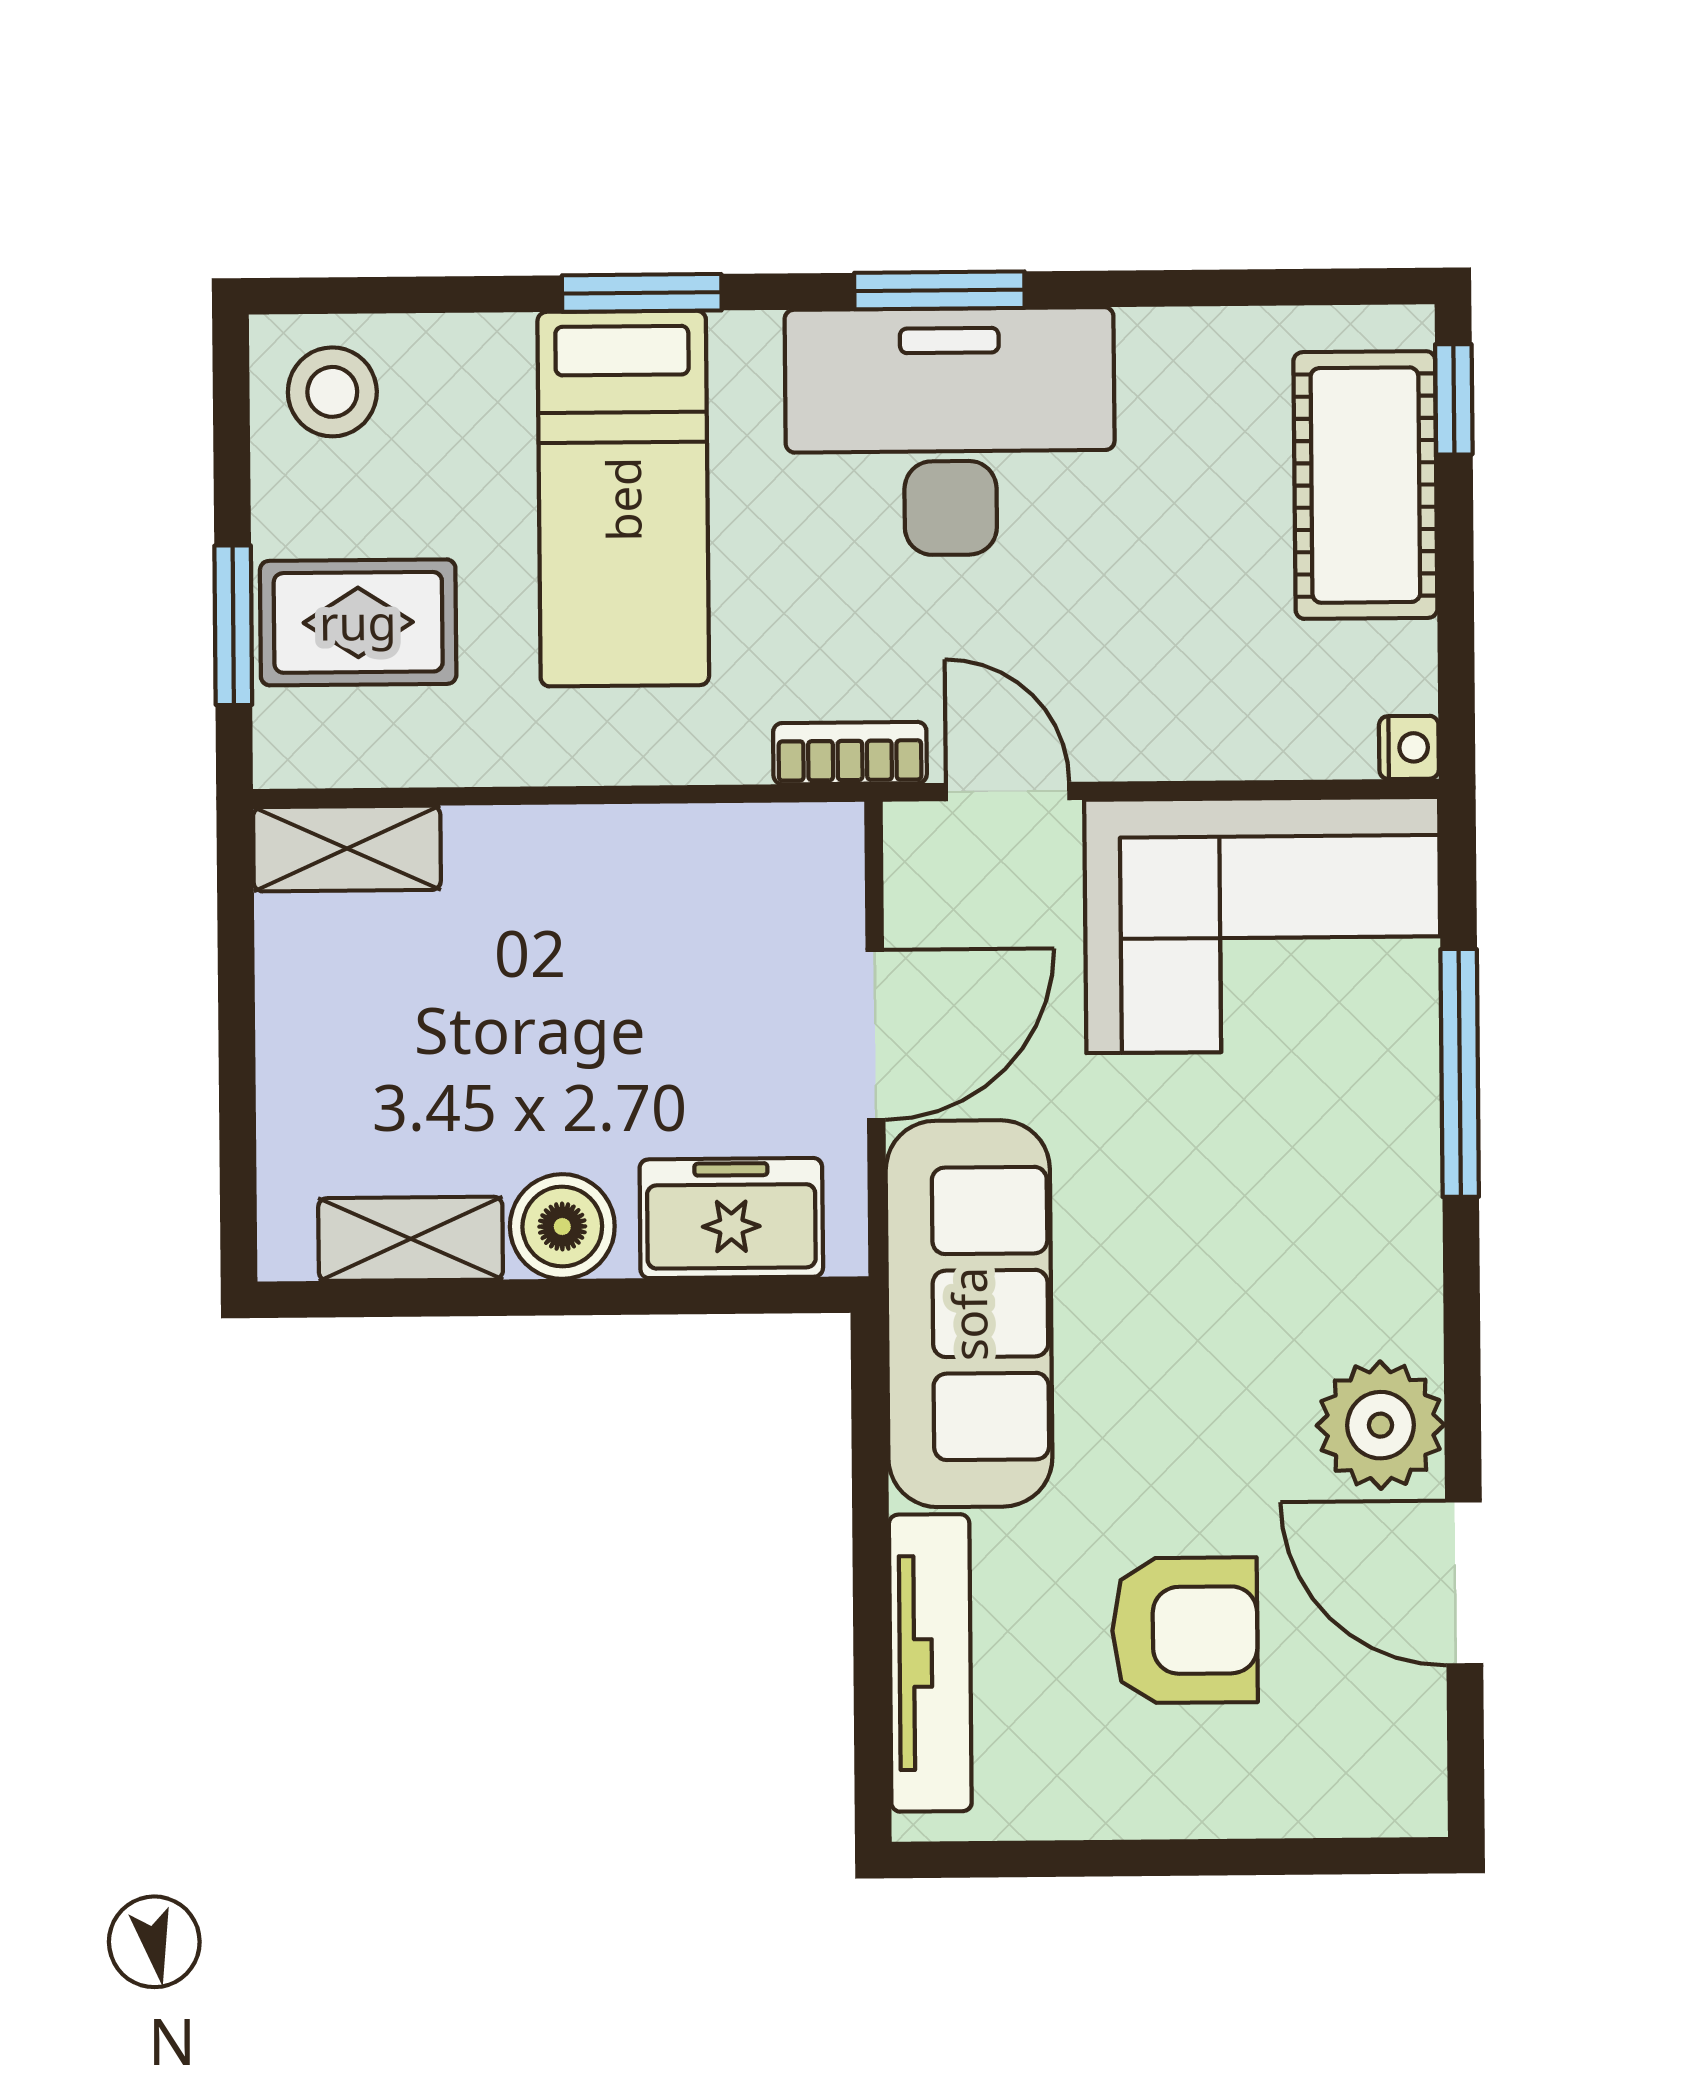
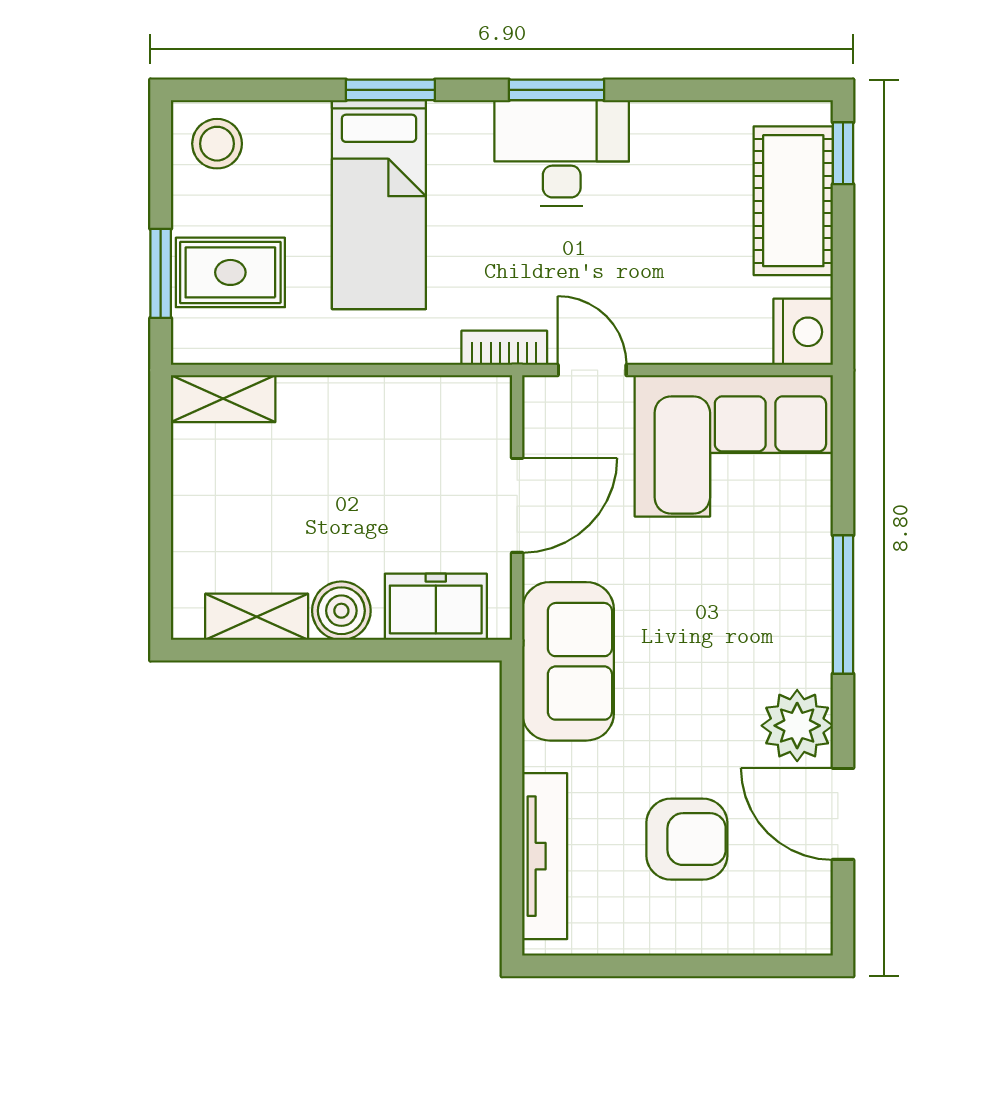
desk: (950, 432) -> (562, 153), width x0.73, depth x0.77
nightstand: (1409, 747) -> (803, 332), width x1.89, depth x1.79
window: (1460, 1073) -> (843, 605), moved
sofa: (969, 1314) -> (568, 661), width x0.73

